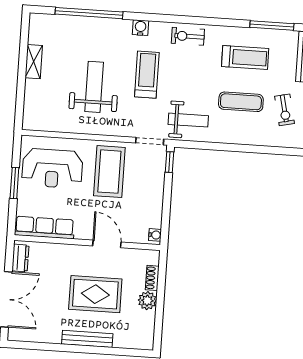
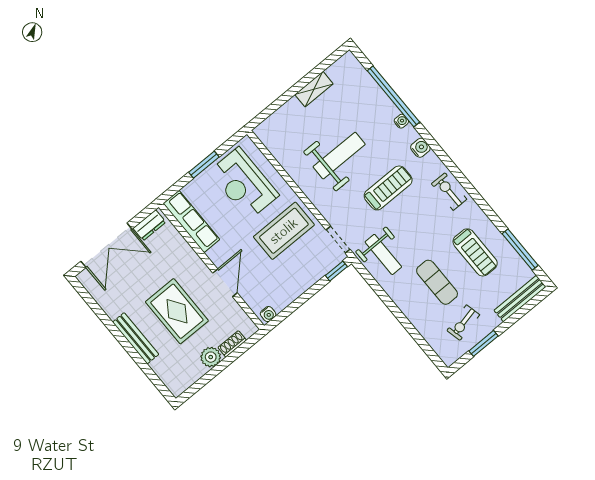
water cooler: (111, 24) -> (401, 121), added

